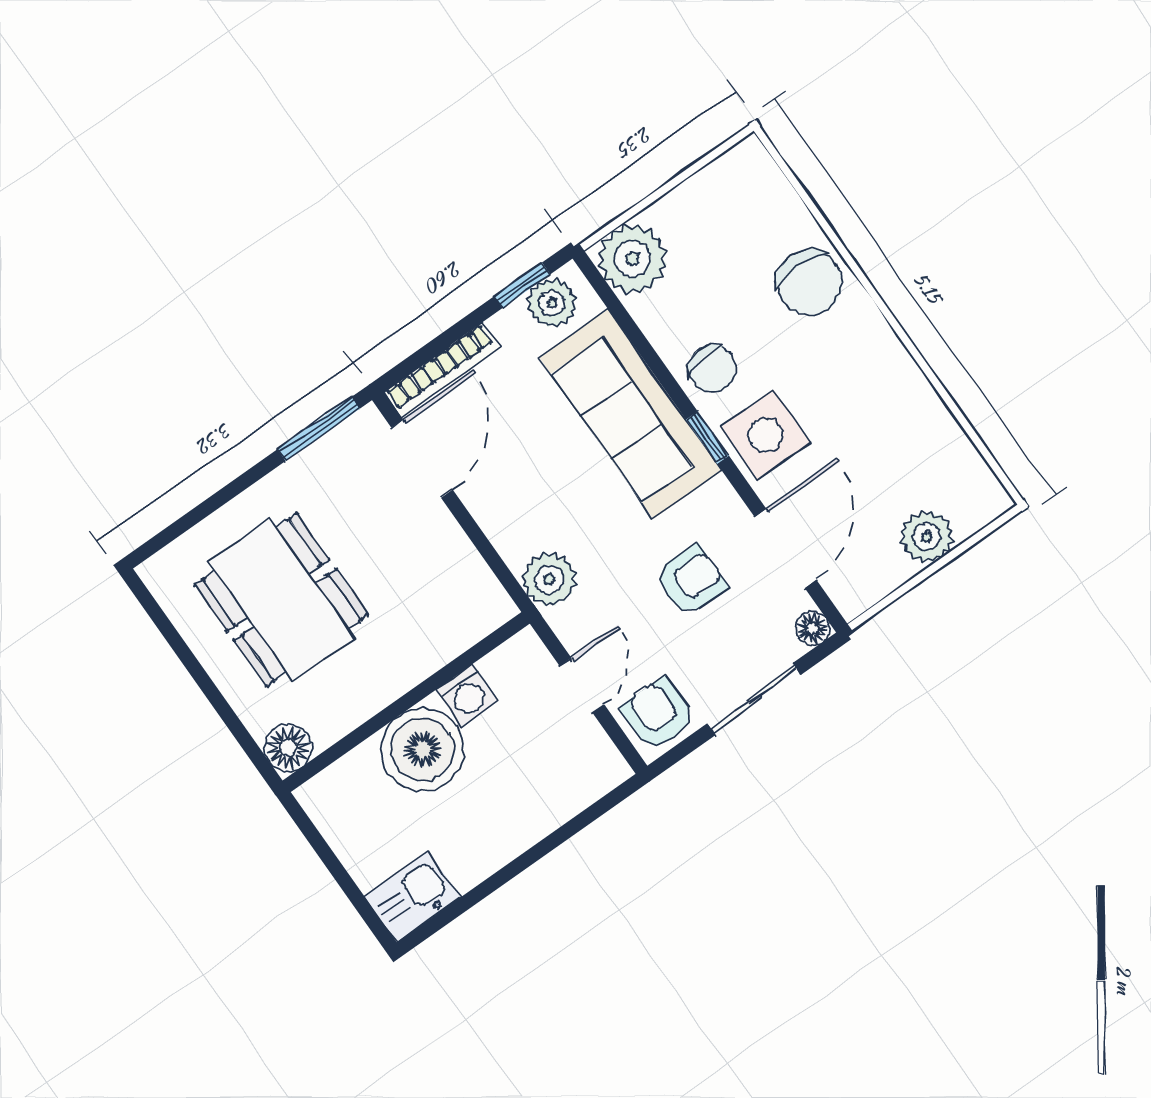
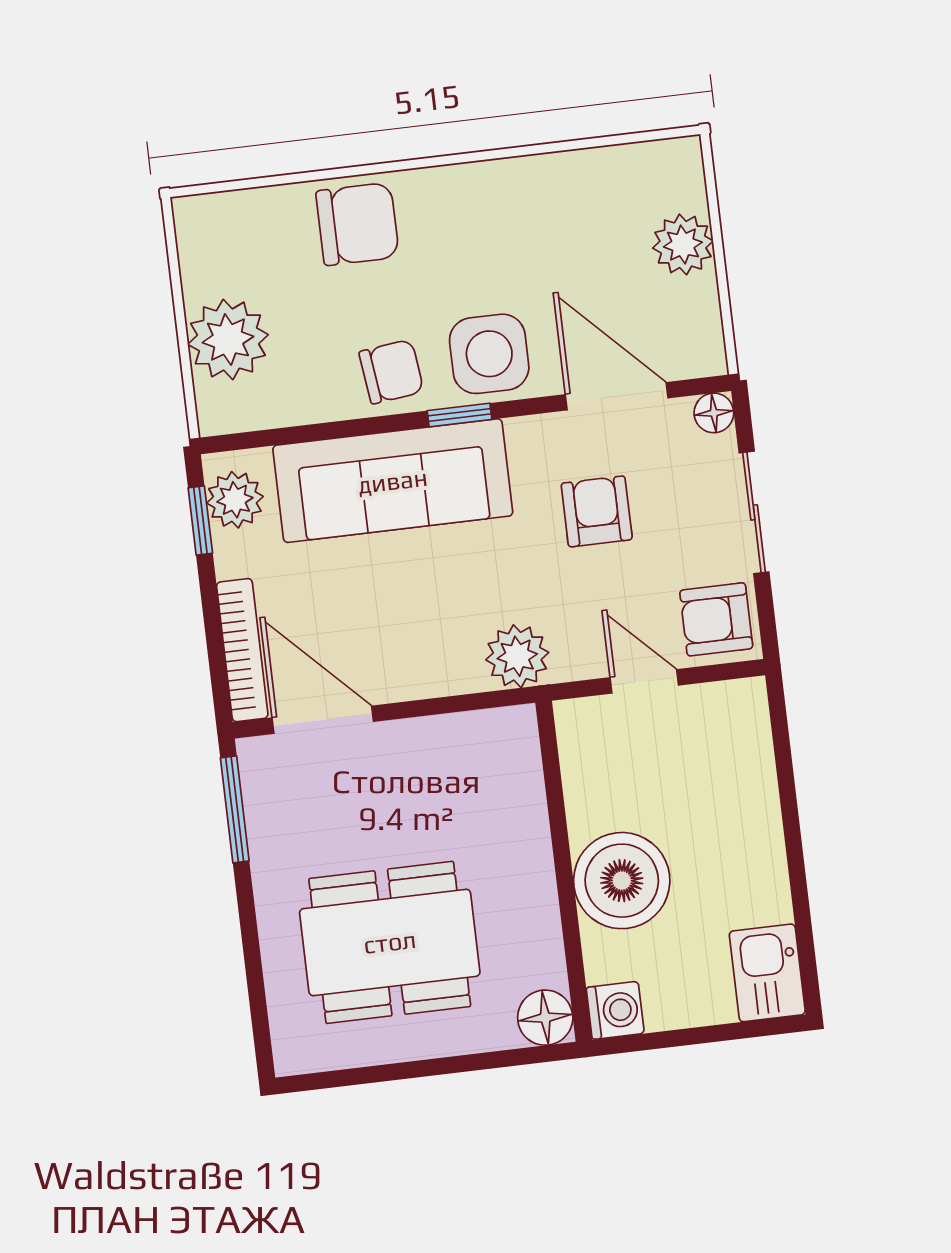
plant: (633, 259) -> (228, 339), moved
washing machine: (467, 695) -> (615, 1010), moved

